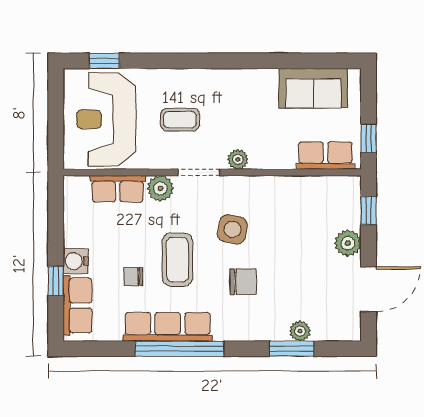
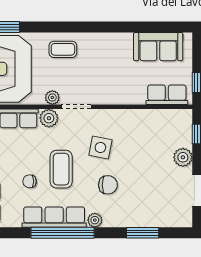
coffee table: (180, 120) -> (63, 49), moved
plant: (238, 159) -> (52, 98), moved
plant: (300, 331) -> (95, 220), moved

